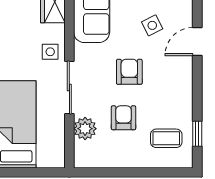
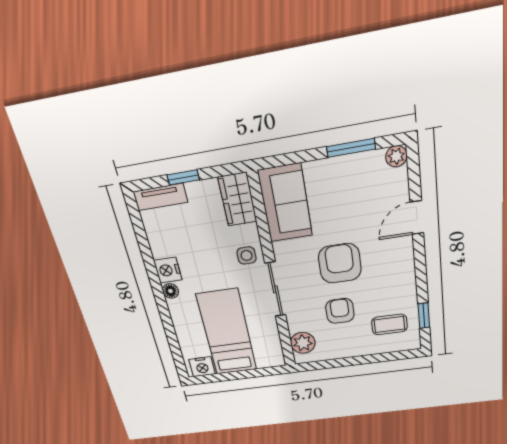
side table: (152, 25) -> (360, 208), removed
armchair: (129, 72) -> (340, 263), width x1.38, depth x1.38
plant: (85, 129) -> (303, 343), moved

